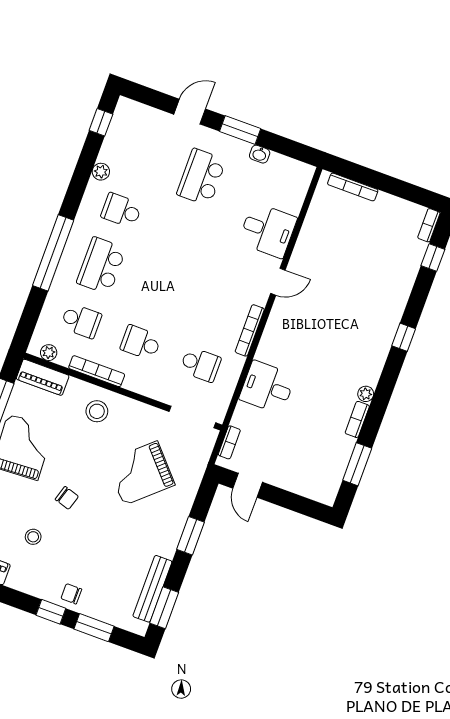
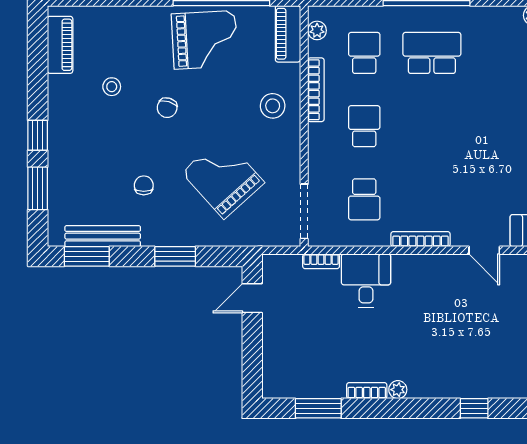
school desk: (121, 210) -> (500, 53), removed
school desk: (81, 321) -> (364, 53), turned 180
bookcase: (229, 442) -> (321, 261), moved
chair: (71, 594) -> (144, 185), moved

